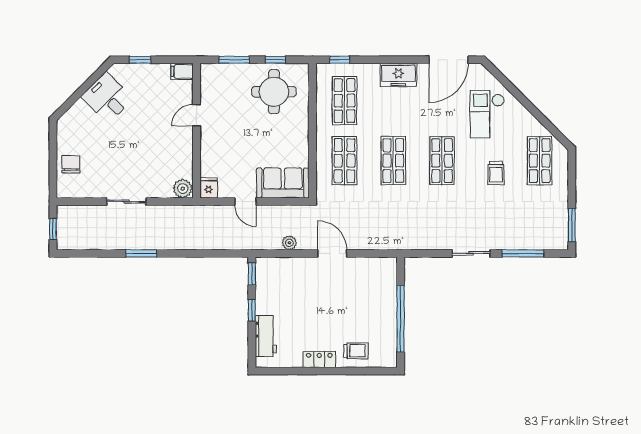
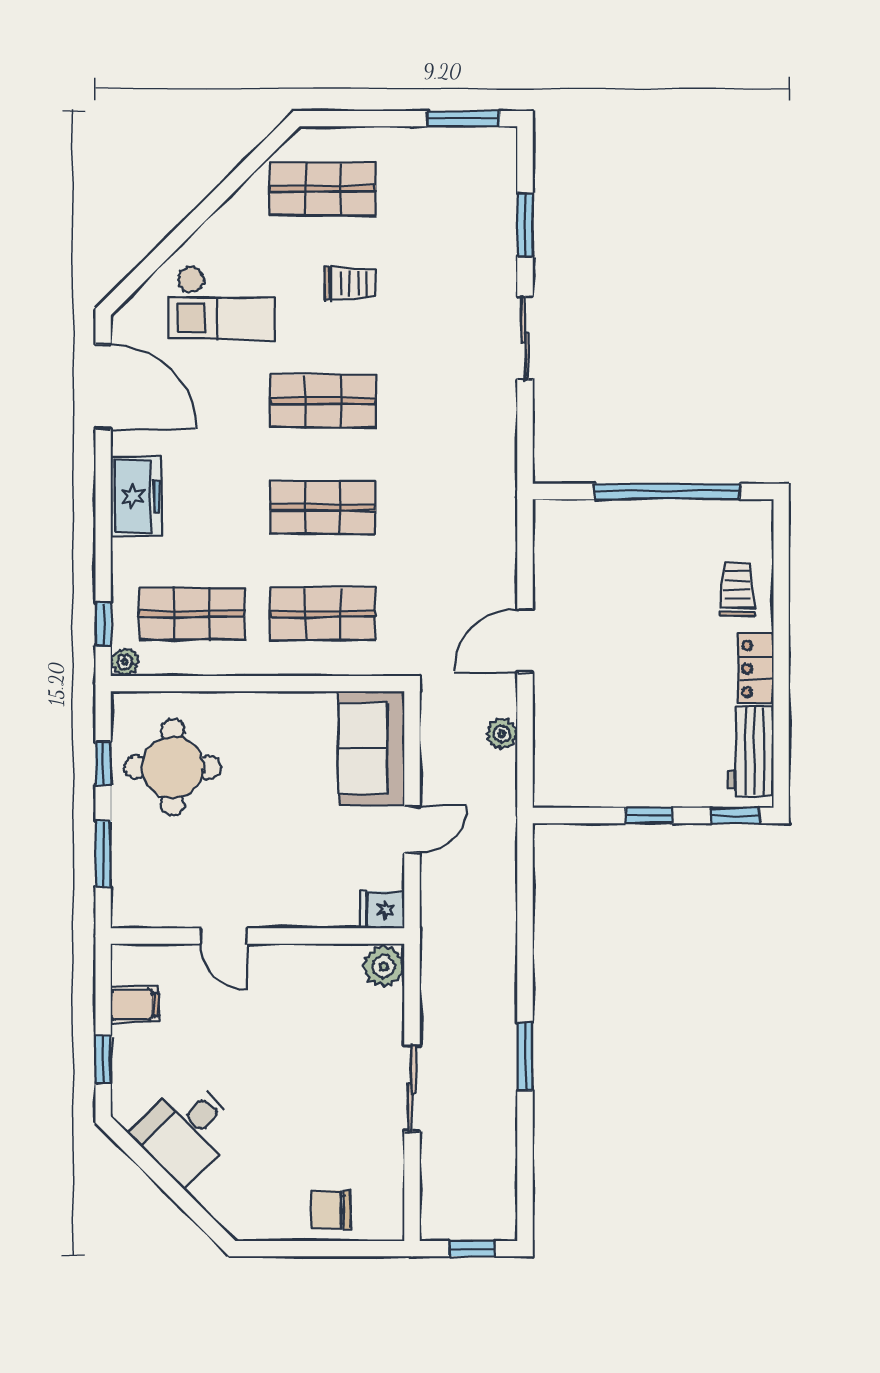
plant: (322, 70) -> (125, 662), added
filing cabinet: (182, 71) -> (135, 1004), moved, turned -90
window: (523, 253) -> (525, 225), width x0.69
window: (252, 274) -> (735, 815), moved
workbench: (266, 336) -> (751, 751), moved, turned -90

